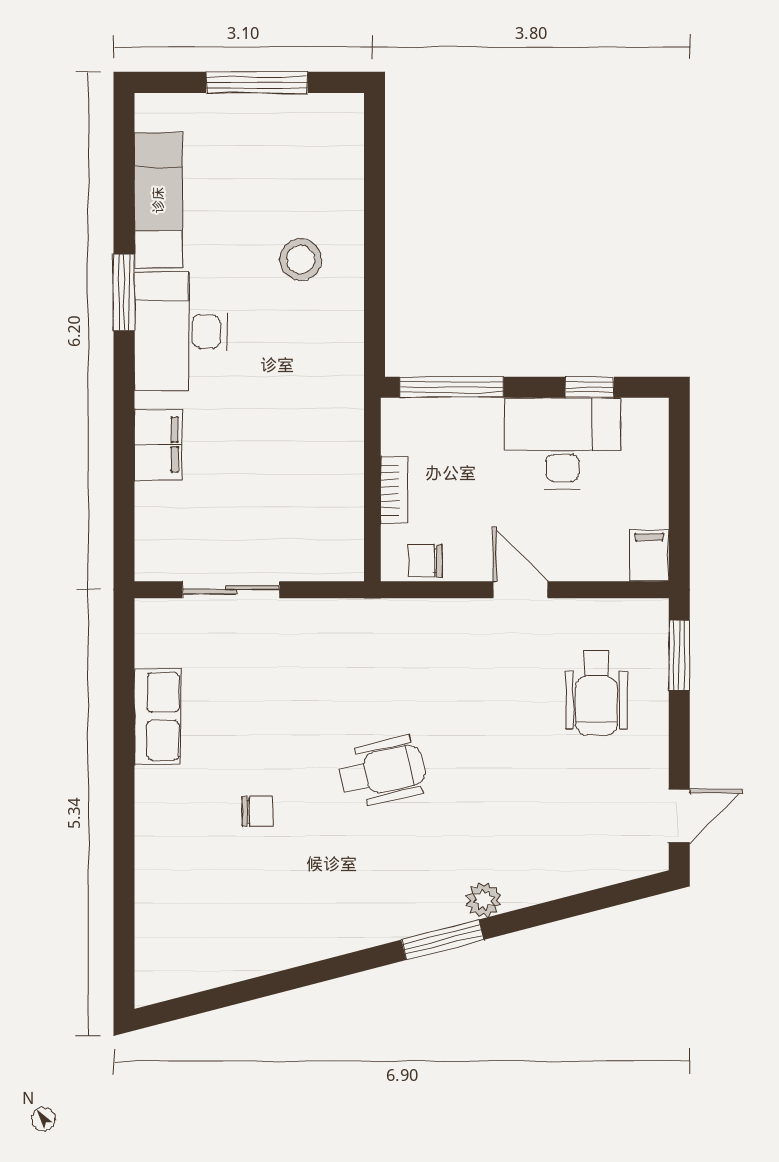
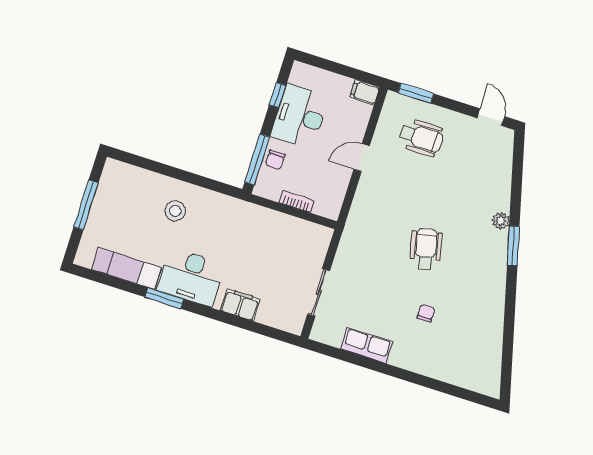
chair: (425, 561) -> (275, 160), moved

